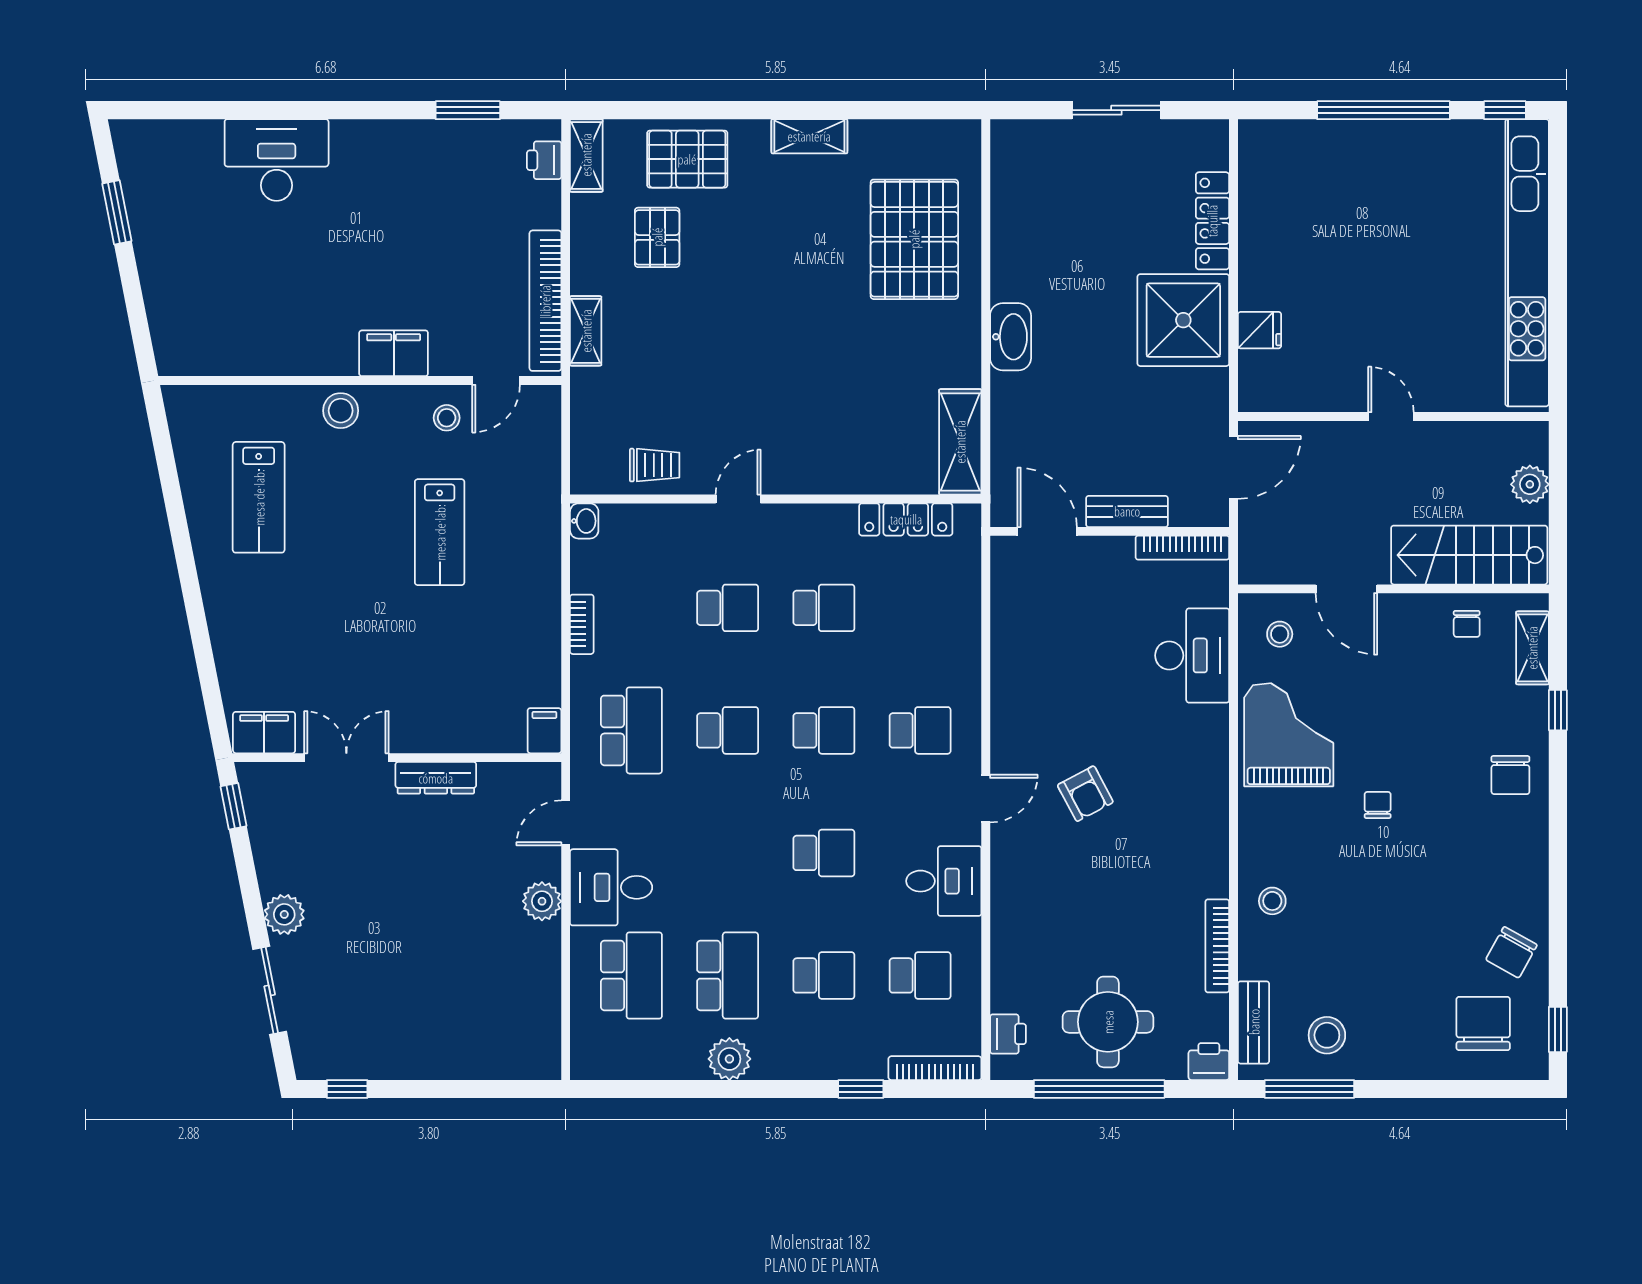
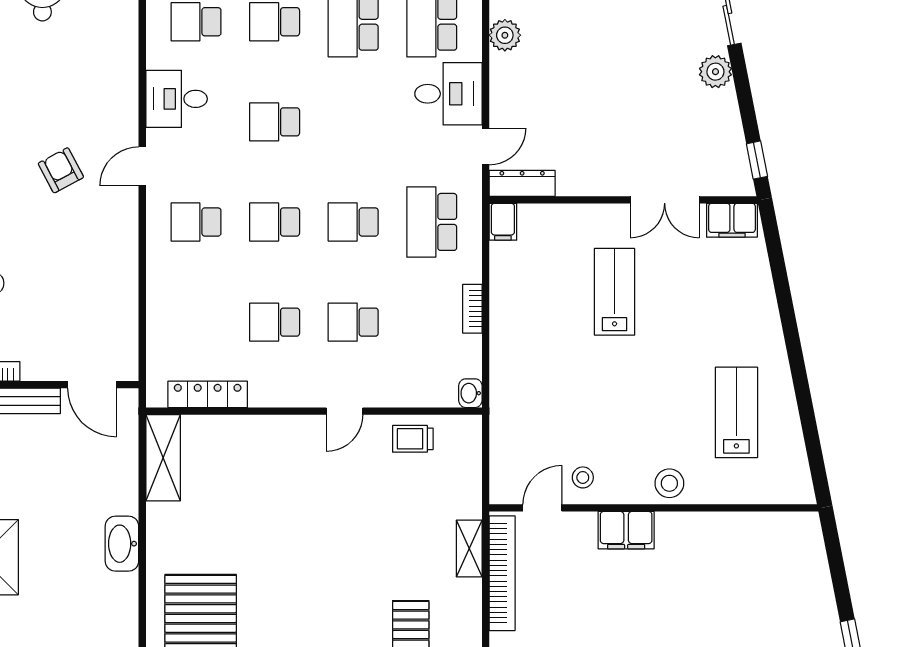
lab bench: (440, 532) -> (615, 292), moved
dresser: (436, 778) -> (522, 183), moved
plant: (542, 901) -> (505, 35), moved

